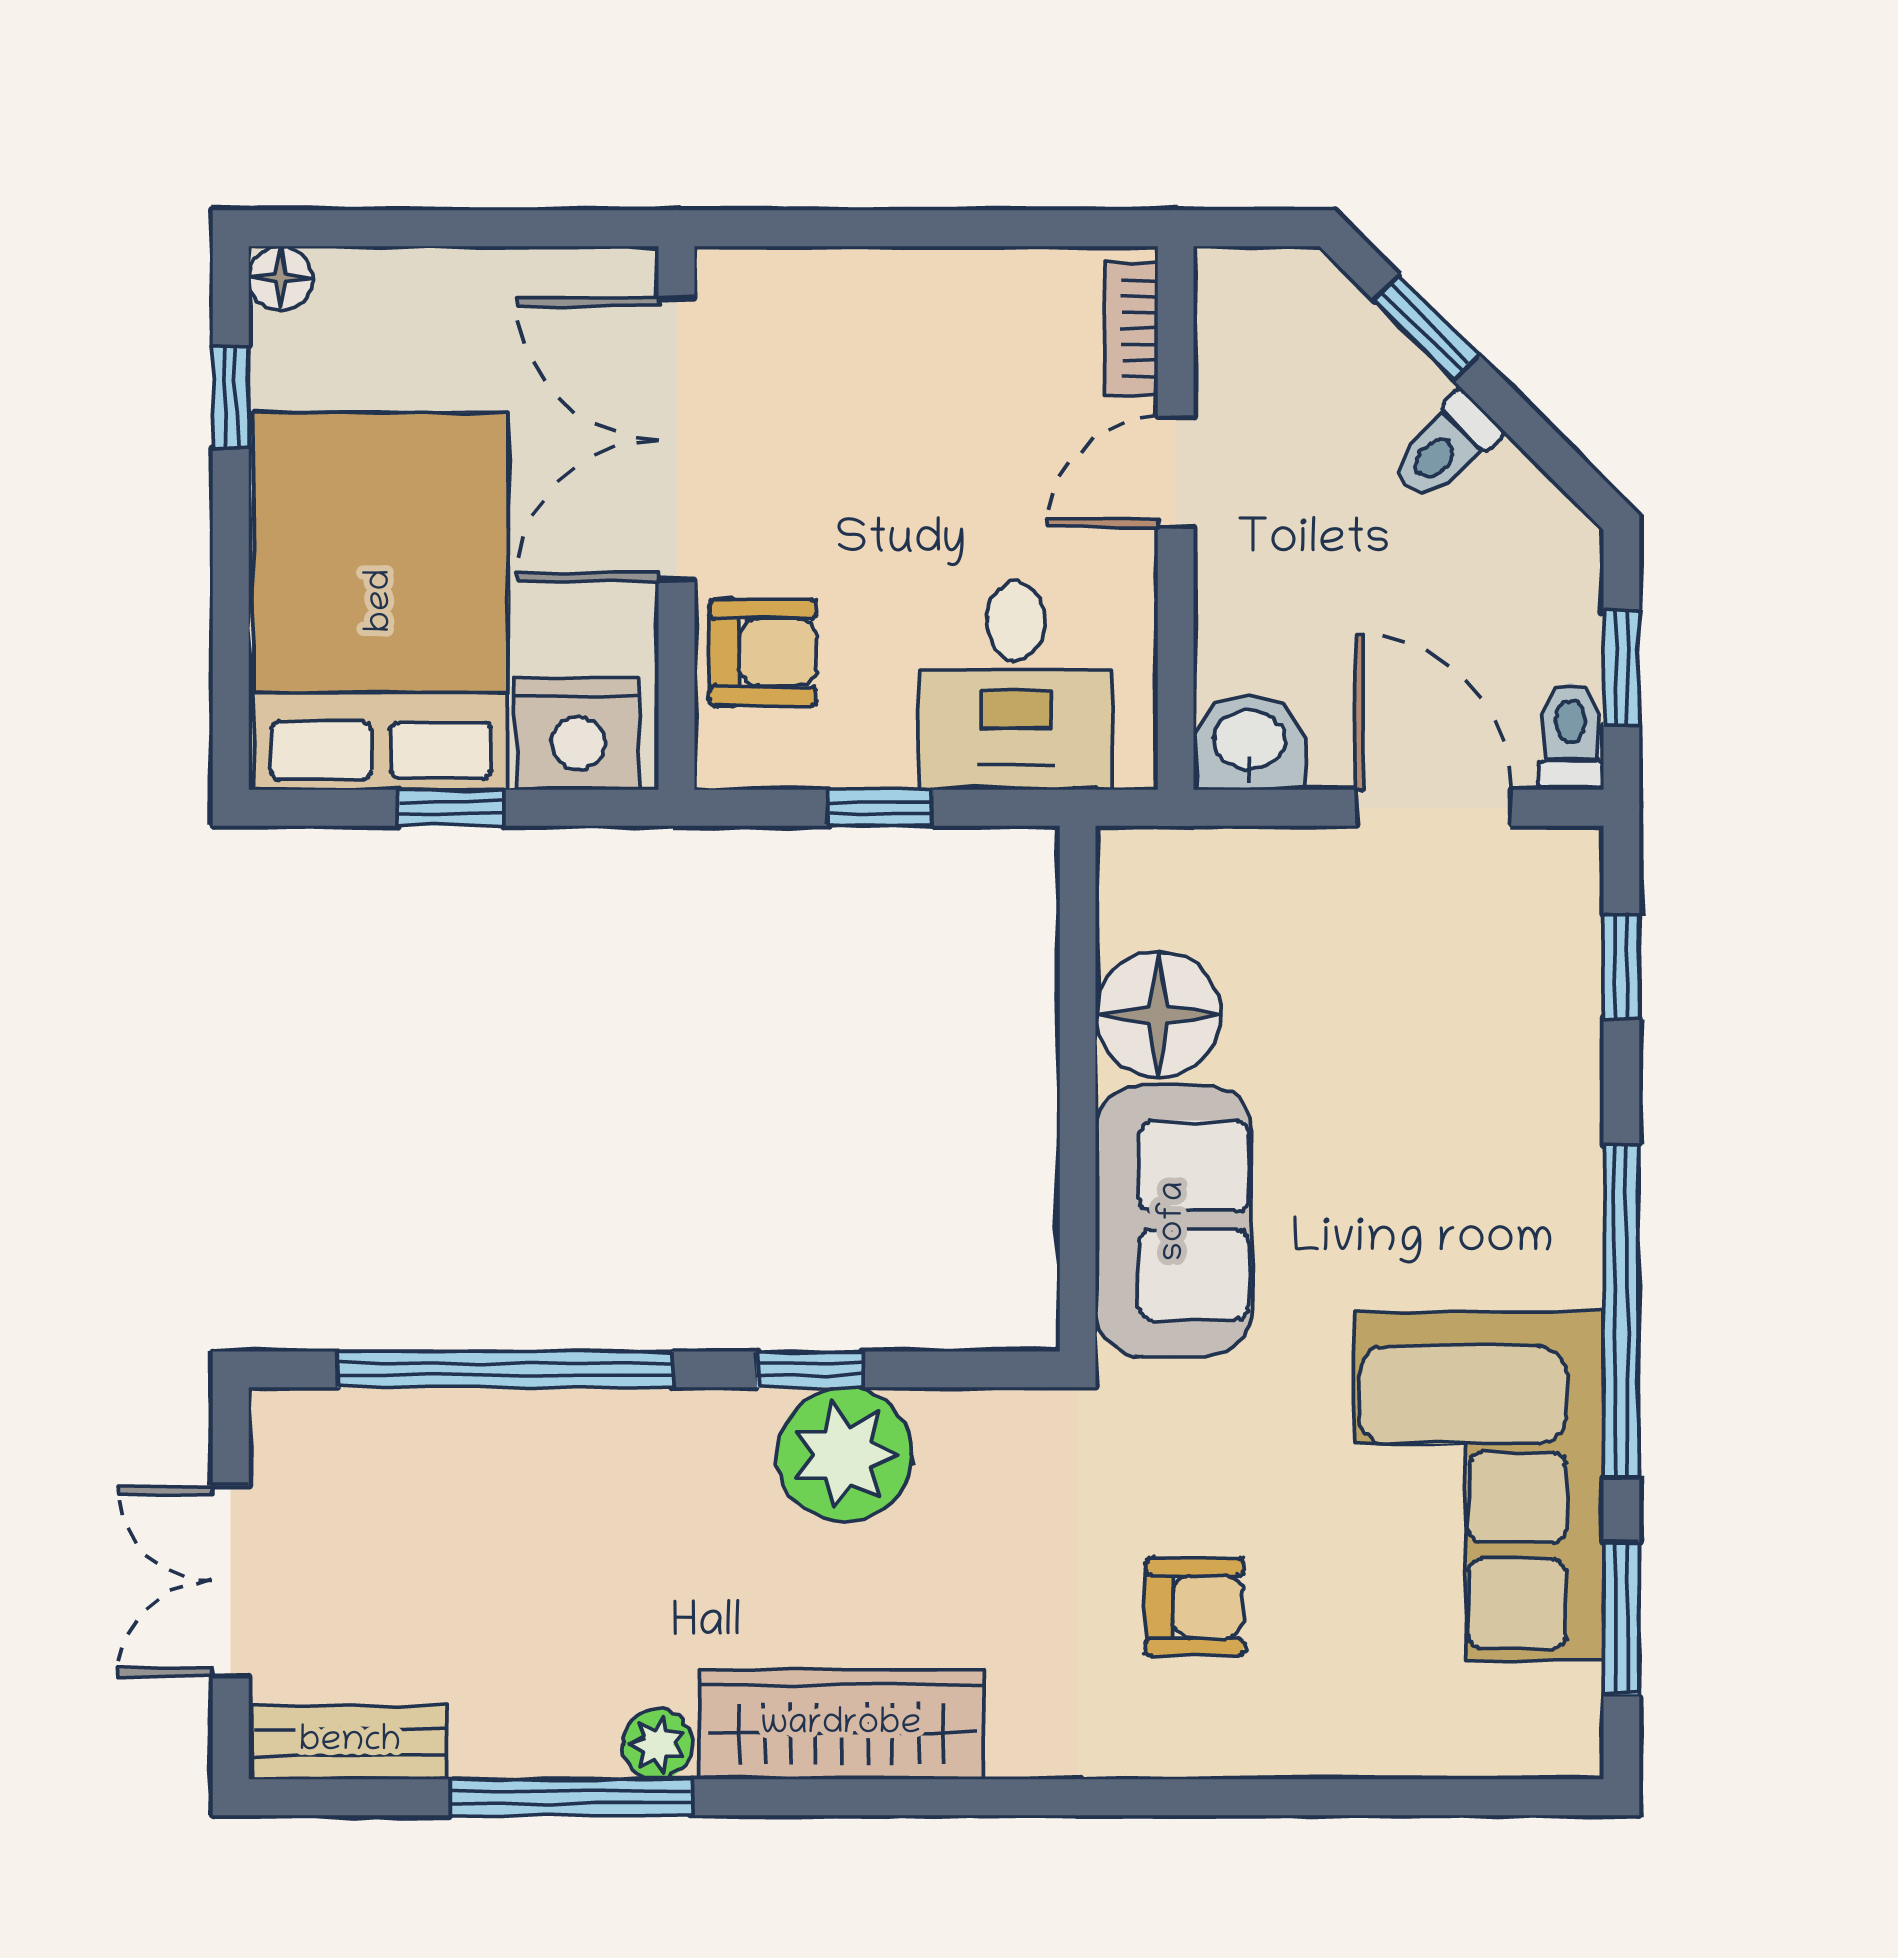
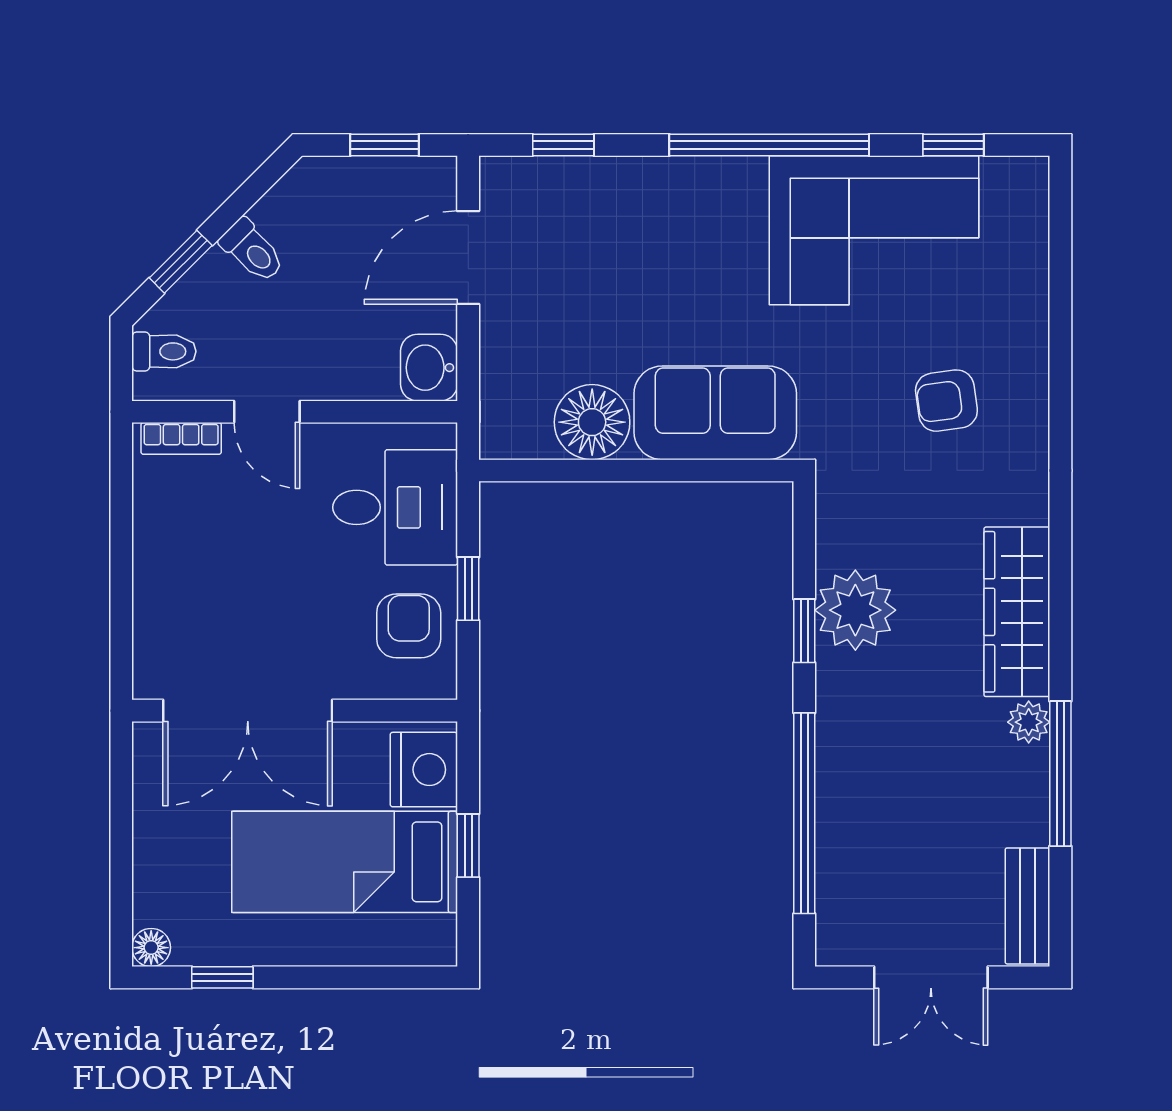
bed: (381, 601) -> (345, 862), width x0.67
armchair: (763, 652) -> (409, 626), moved
toilet: (1571, 736) -> (164, 351), moved, turned 180
armchair: (1194, 1607) -> (946, 401), turned -98
window: (1621, 1618) -> (953, 145), width x0.67

